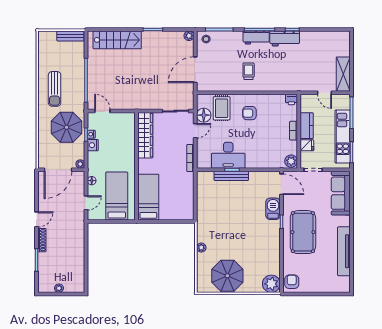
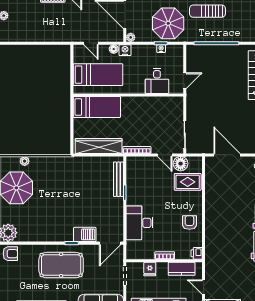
trolley: (249, 71) -> (226, 209), removed
door: (324, 93) -> (204, 287), hinge flipped
door: (102, 111) -> (185, 81), moved
armchair: (249, 113) -> (189, 223), moved
kitchen counter: (307, 126) -> (182, 269), moved
wardrobe: (145, 135) -> (99, 146), moved, turned 180
desk: (123, 138) -> (157, 81), added
nightstand: (93, 145) -> (125, 50), moved
desk: (228, 155) -> (140, 223), moved
plant: (291, 161) -> (134, 253), removed
bench: (231, 176) -> (118, 179), moved
plant: (201, 248) -> (25, 161), moved

